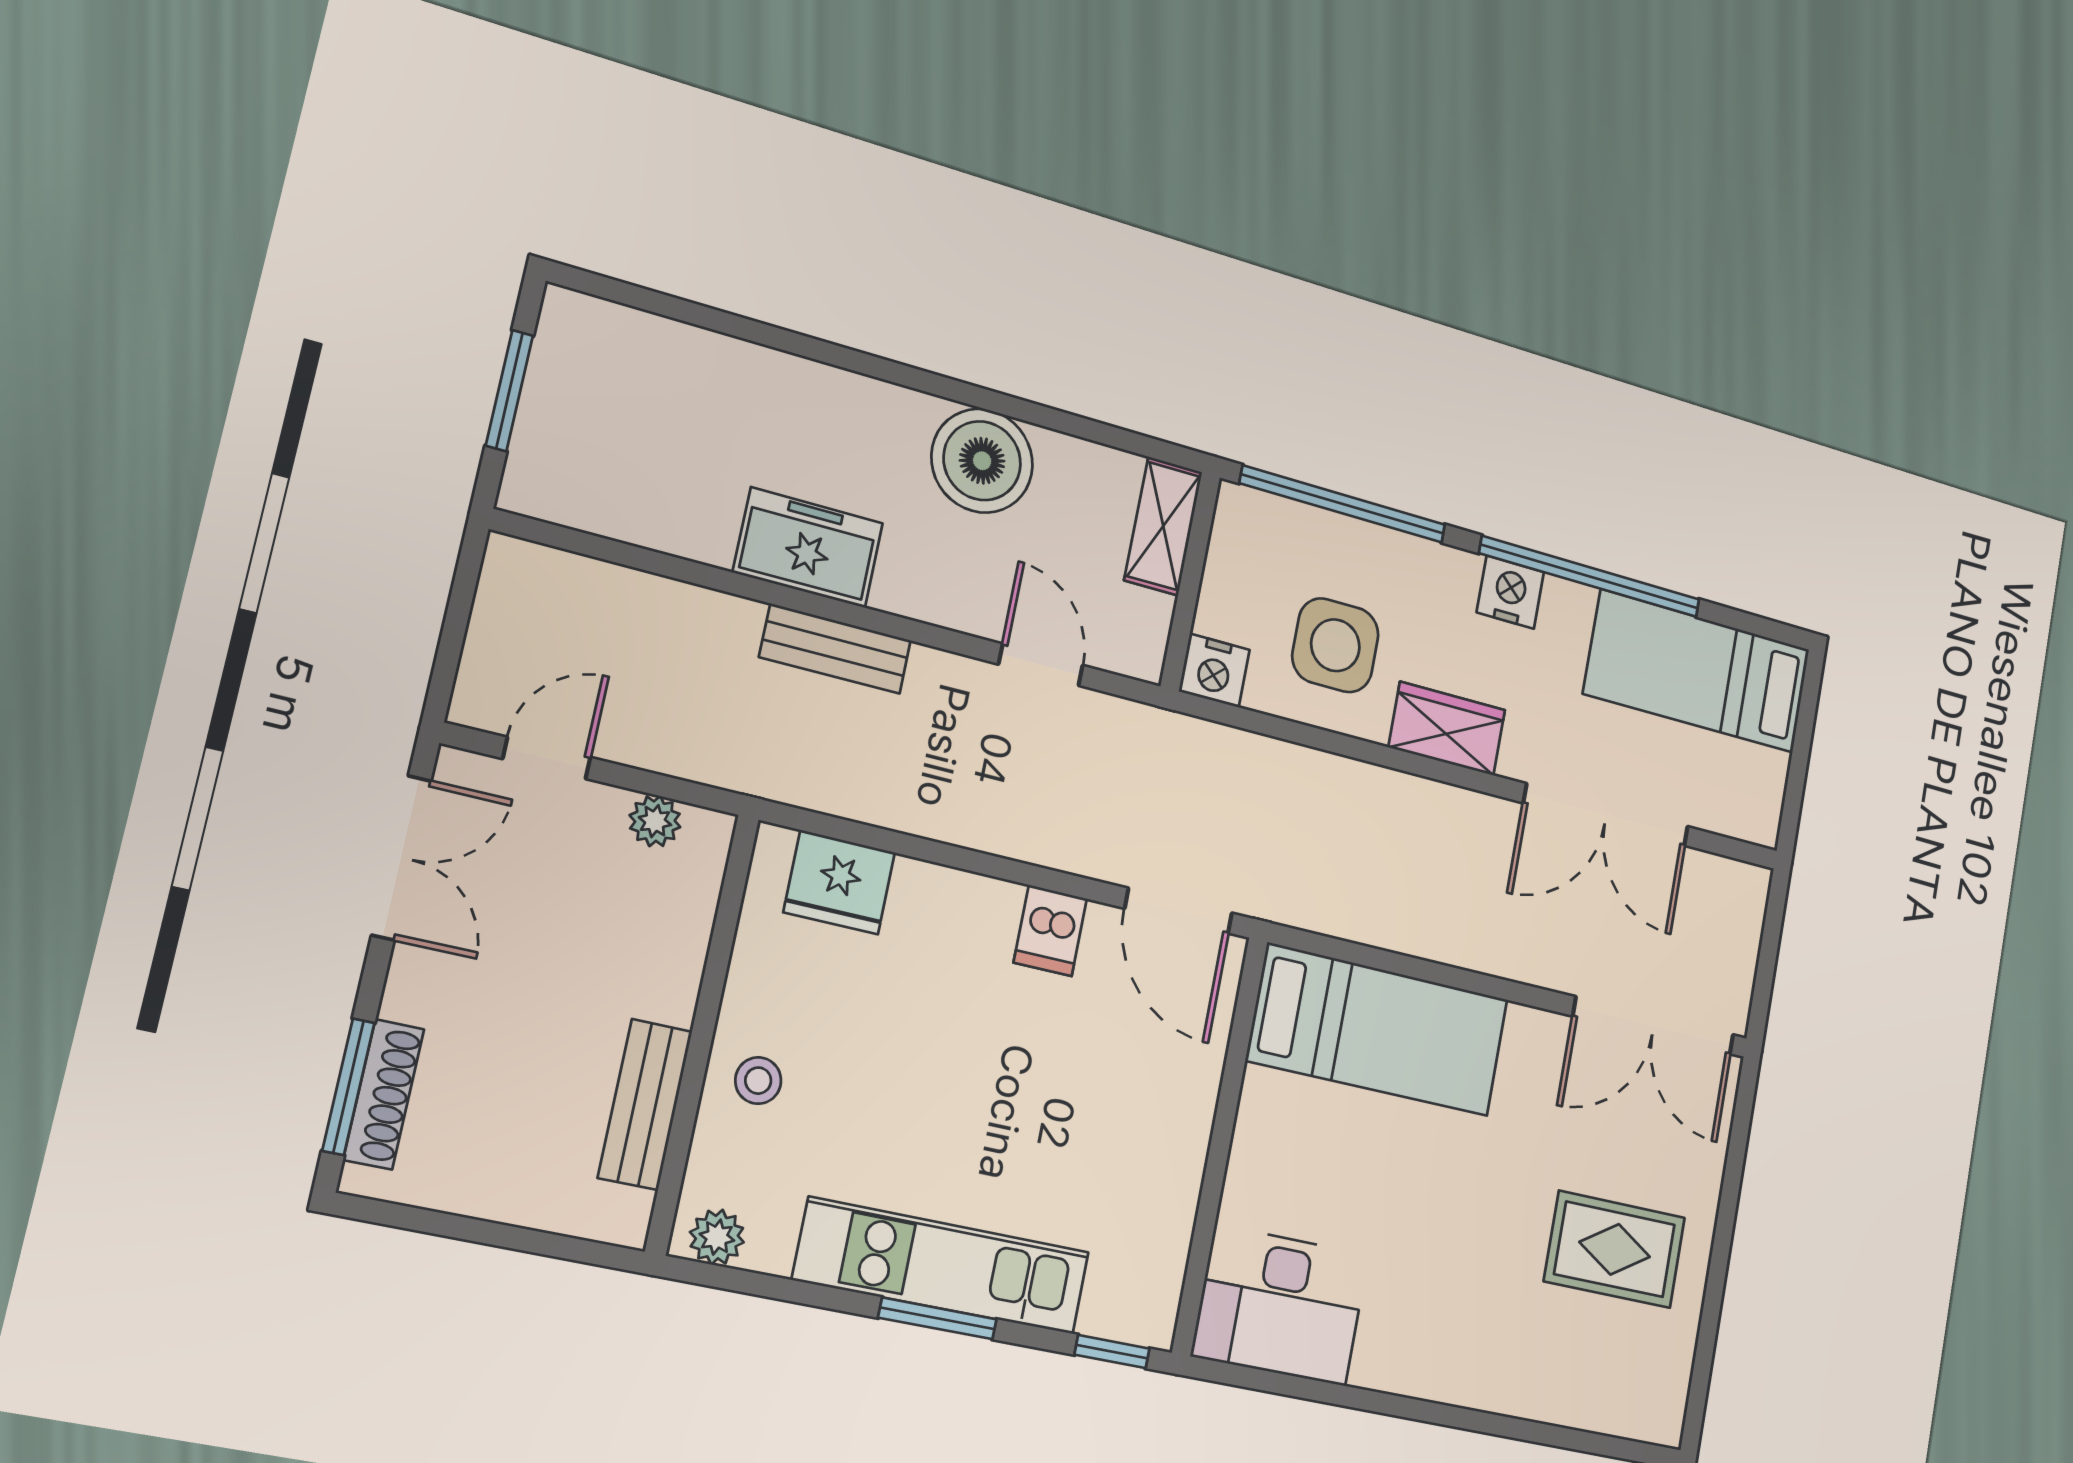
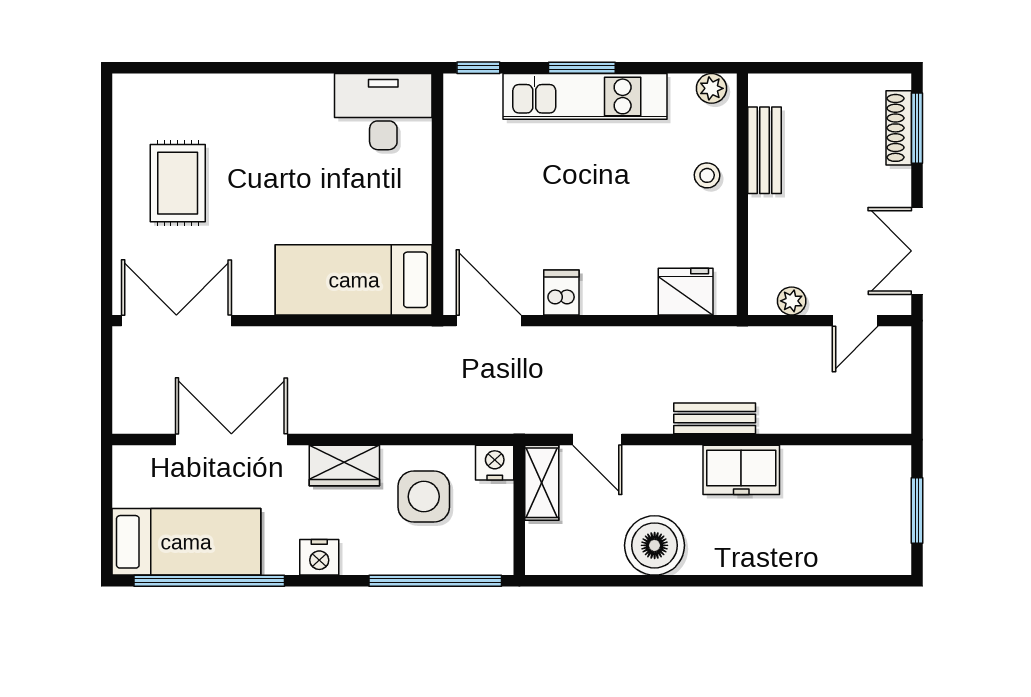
shelving: (1163, 526) -> (542, 483), moved
window: (1590, 577) -> (209, 581), moved
rug: (1615, 1249) -> (178, 183), turned 90

